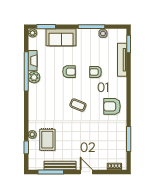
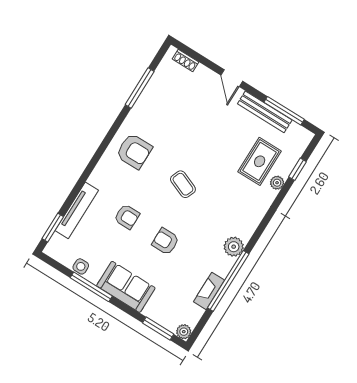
sofa: (61, 37) -> (126, 287), moved
plant: (34, 77) -> (234, 247), moved

